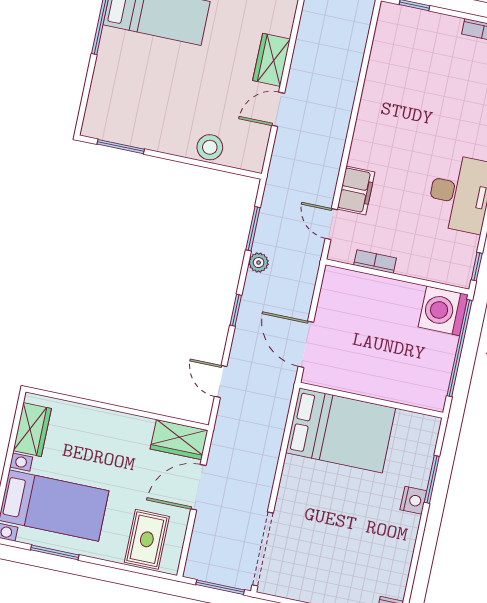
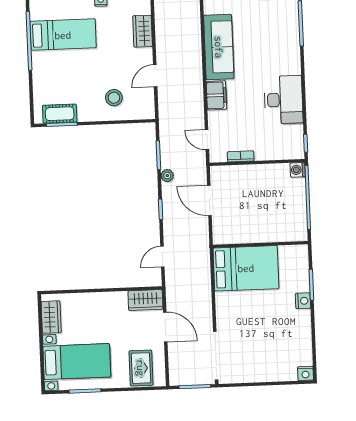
wardrobe: (272, 60) -> (143, 31), moved
sofa: (384, 90) -> (219, 47), added
cot: (122, 130) -> (60, 114), added
stool: (210, 147) -> (114, 98), moved
filing cabinet: (356, 190) -> (216, 95), moved
washing machine: (443, 311) -> (298, 170), width x0.53, depth x0.53
door: (306, 344) -> (209, 200), moved
door: (221, 382) -> (162, 257), hinge flipped
door: (198, 487) -> (165, 327), swing flipped

